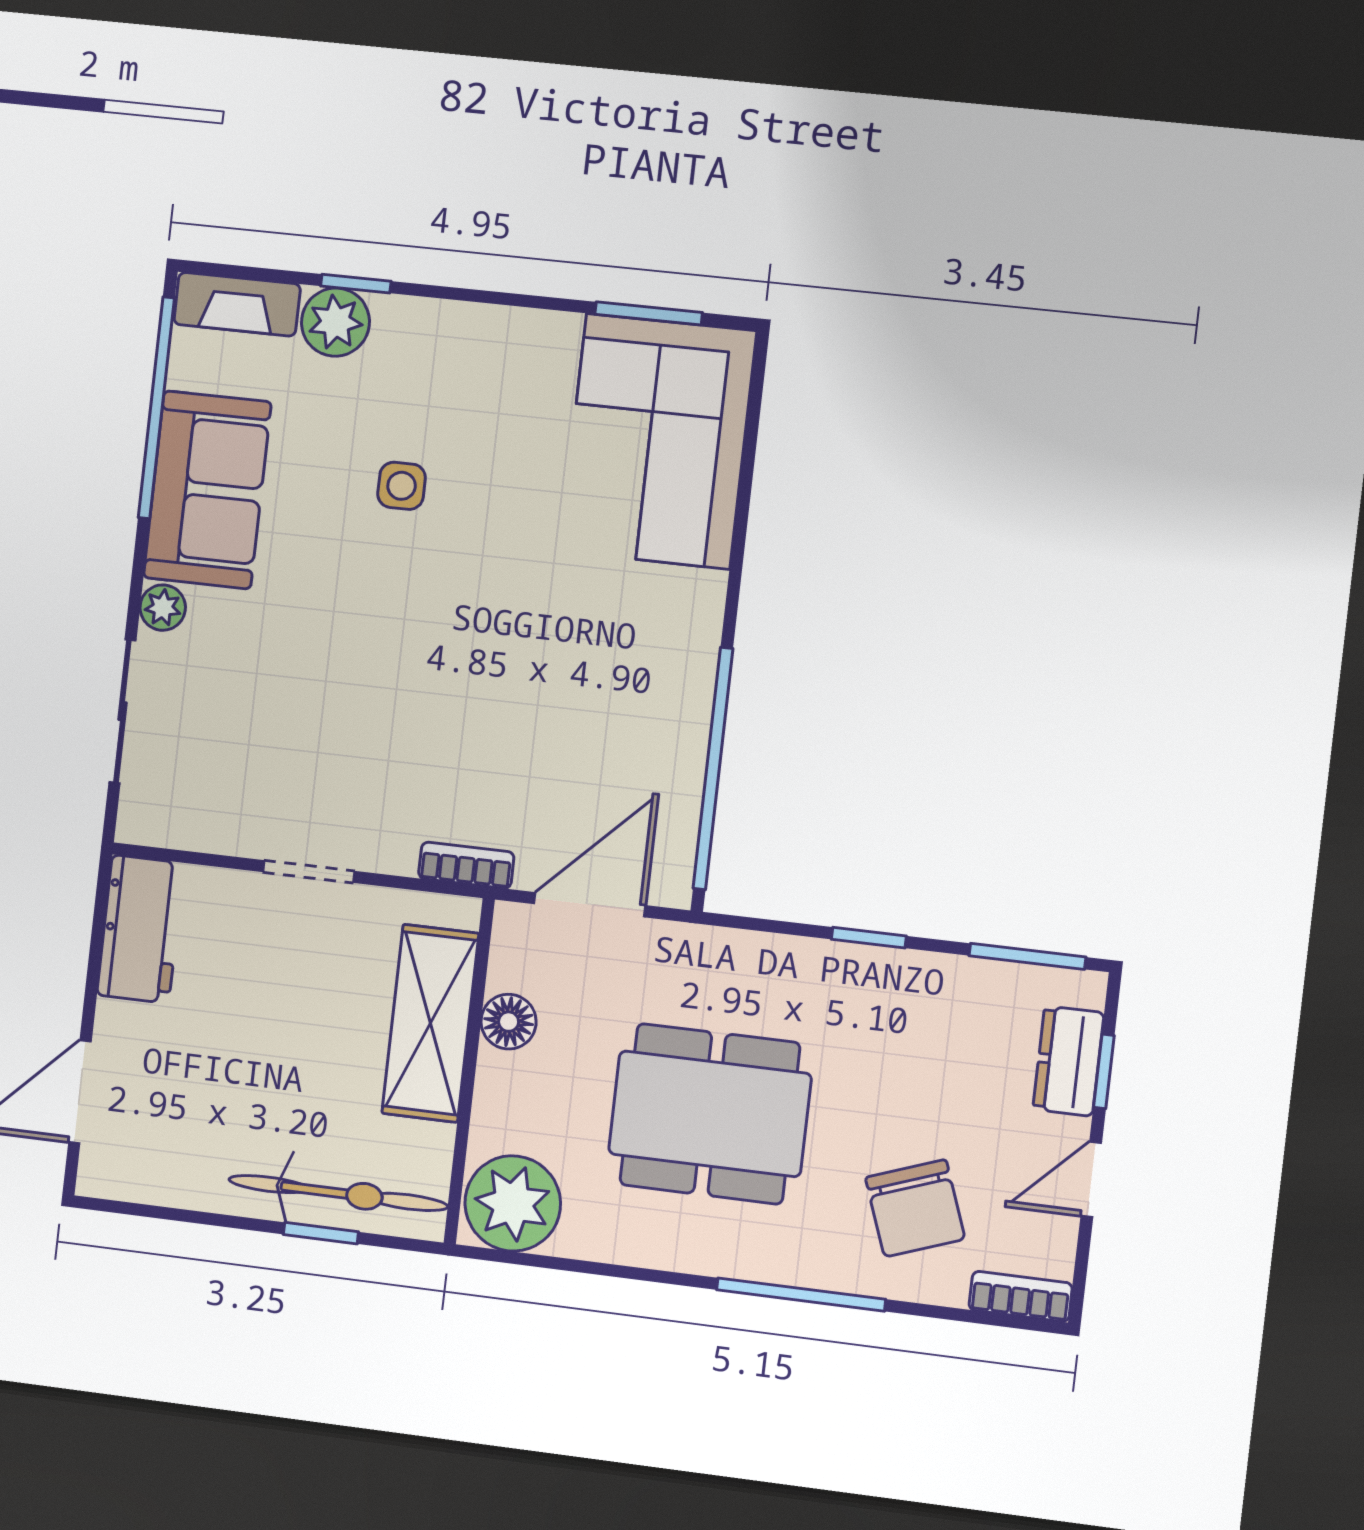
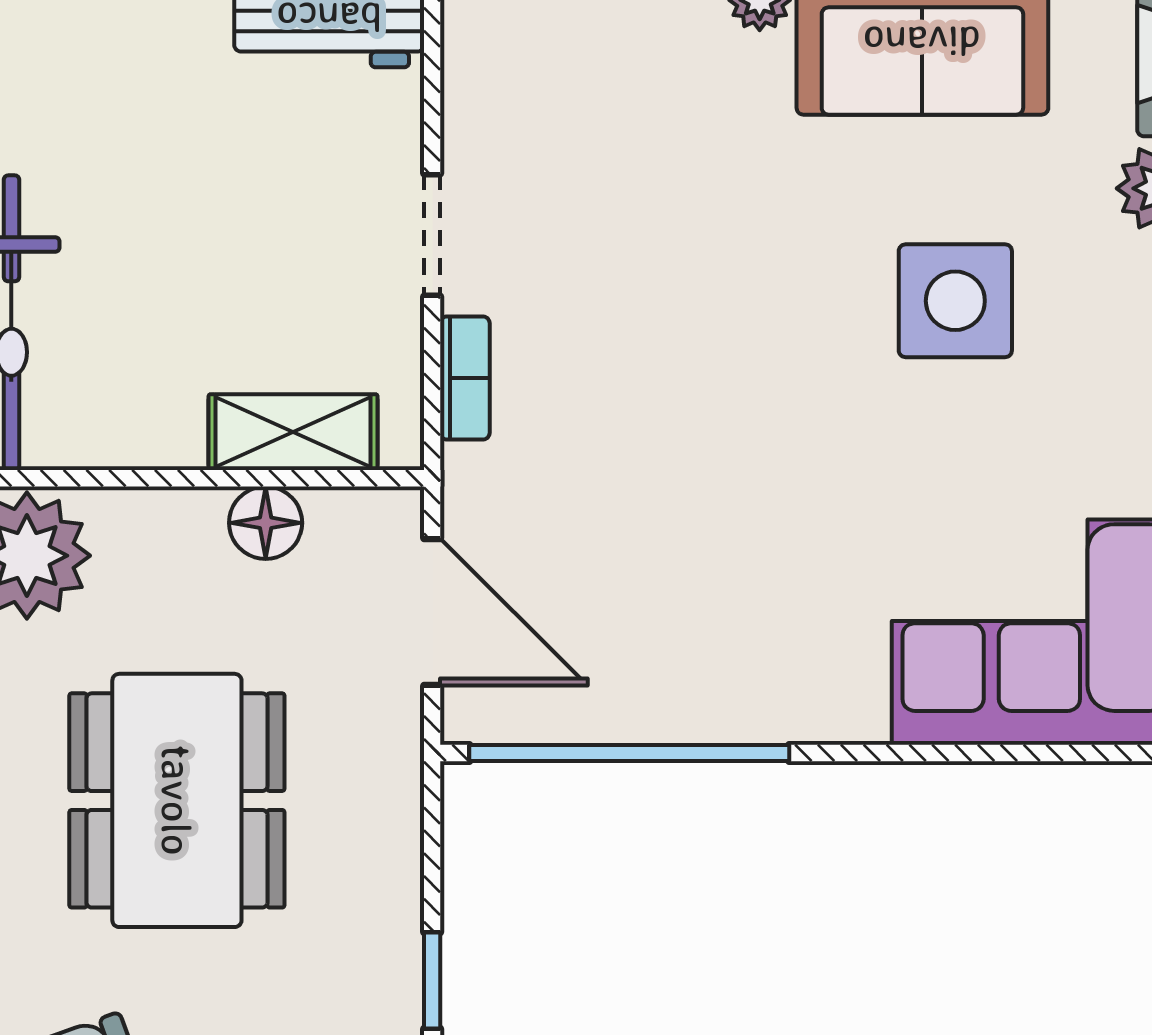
side table: (402, 486) -> (955, 301), width x1.87, depth x1.87
bookcase: (466, 865) -> (465, 378), moved
shelving: (430, 1023) -> (293, 432), width x0.67, depth x0.75

